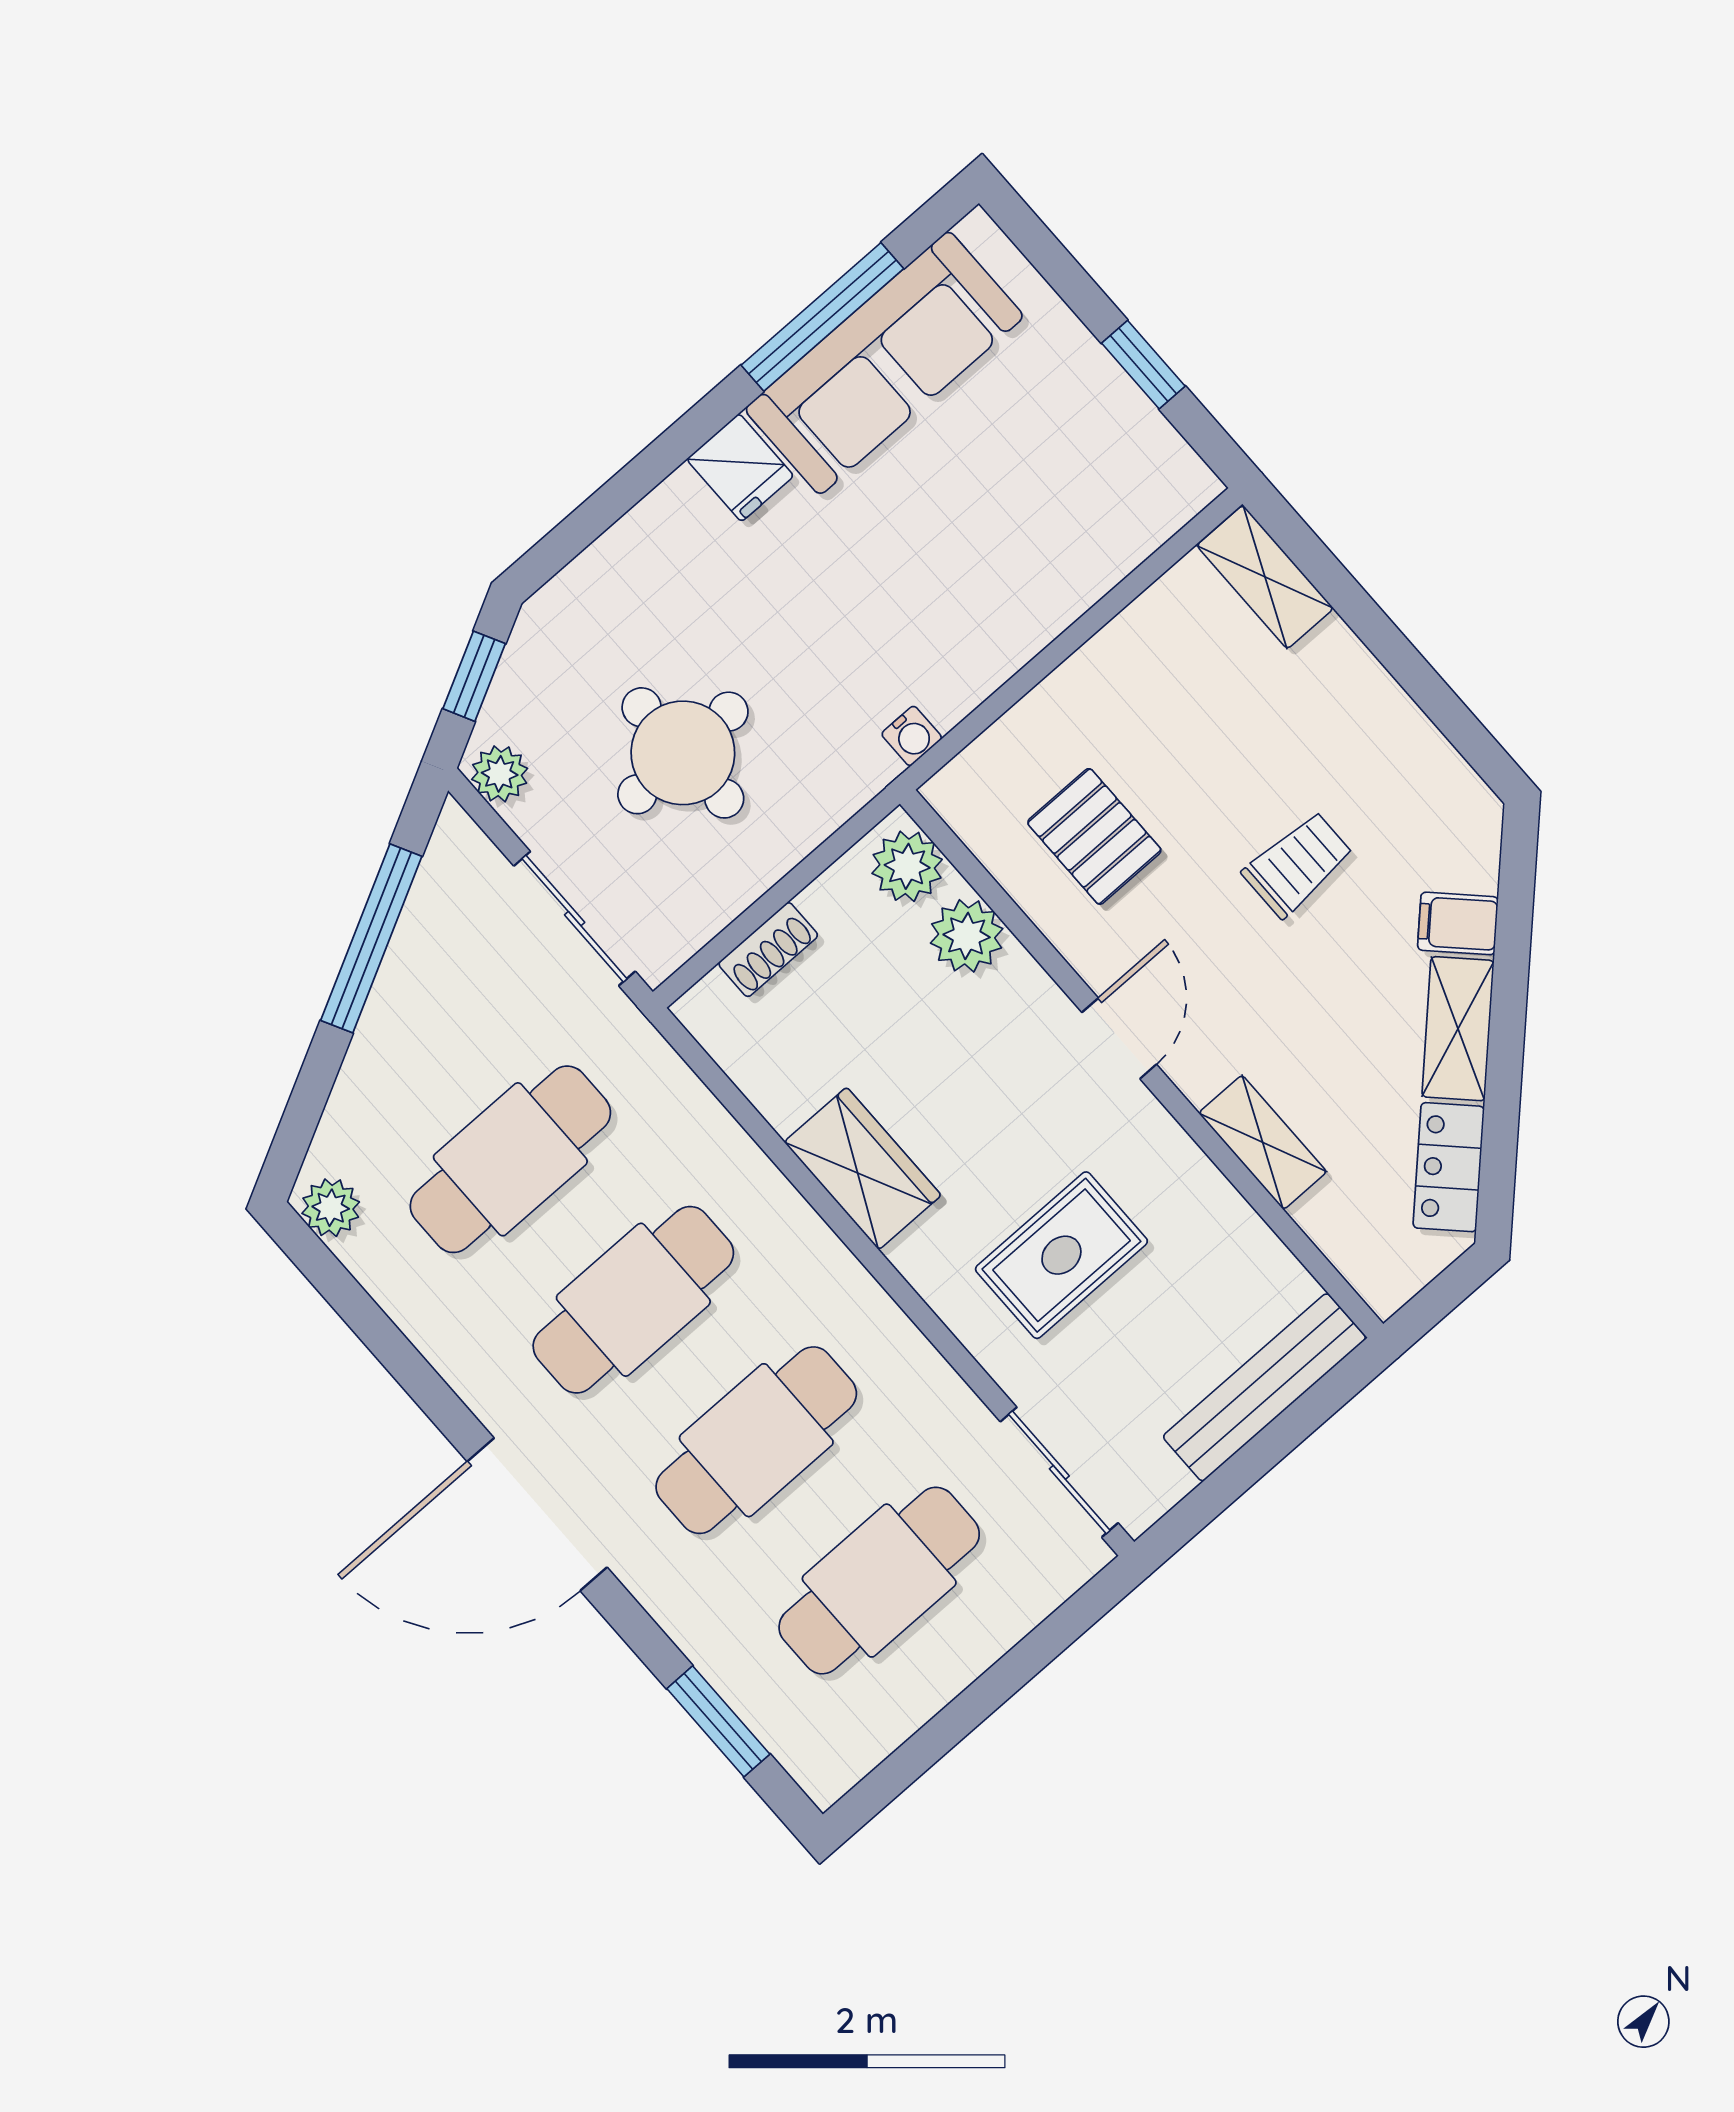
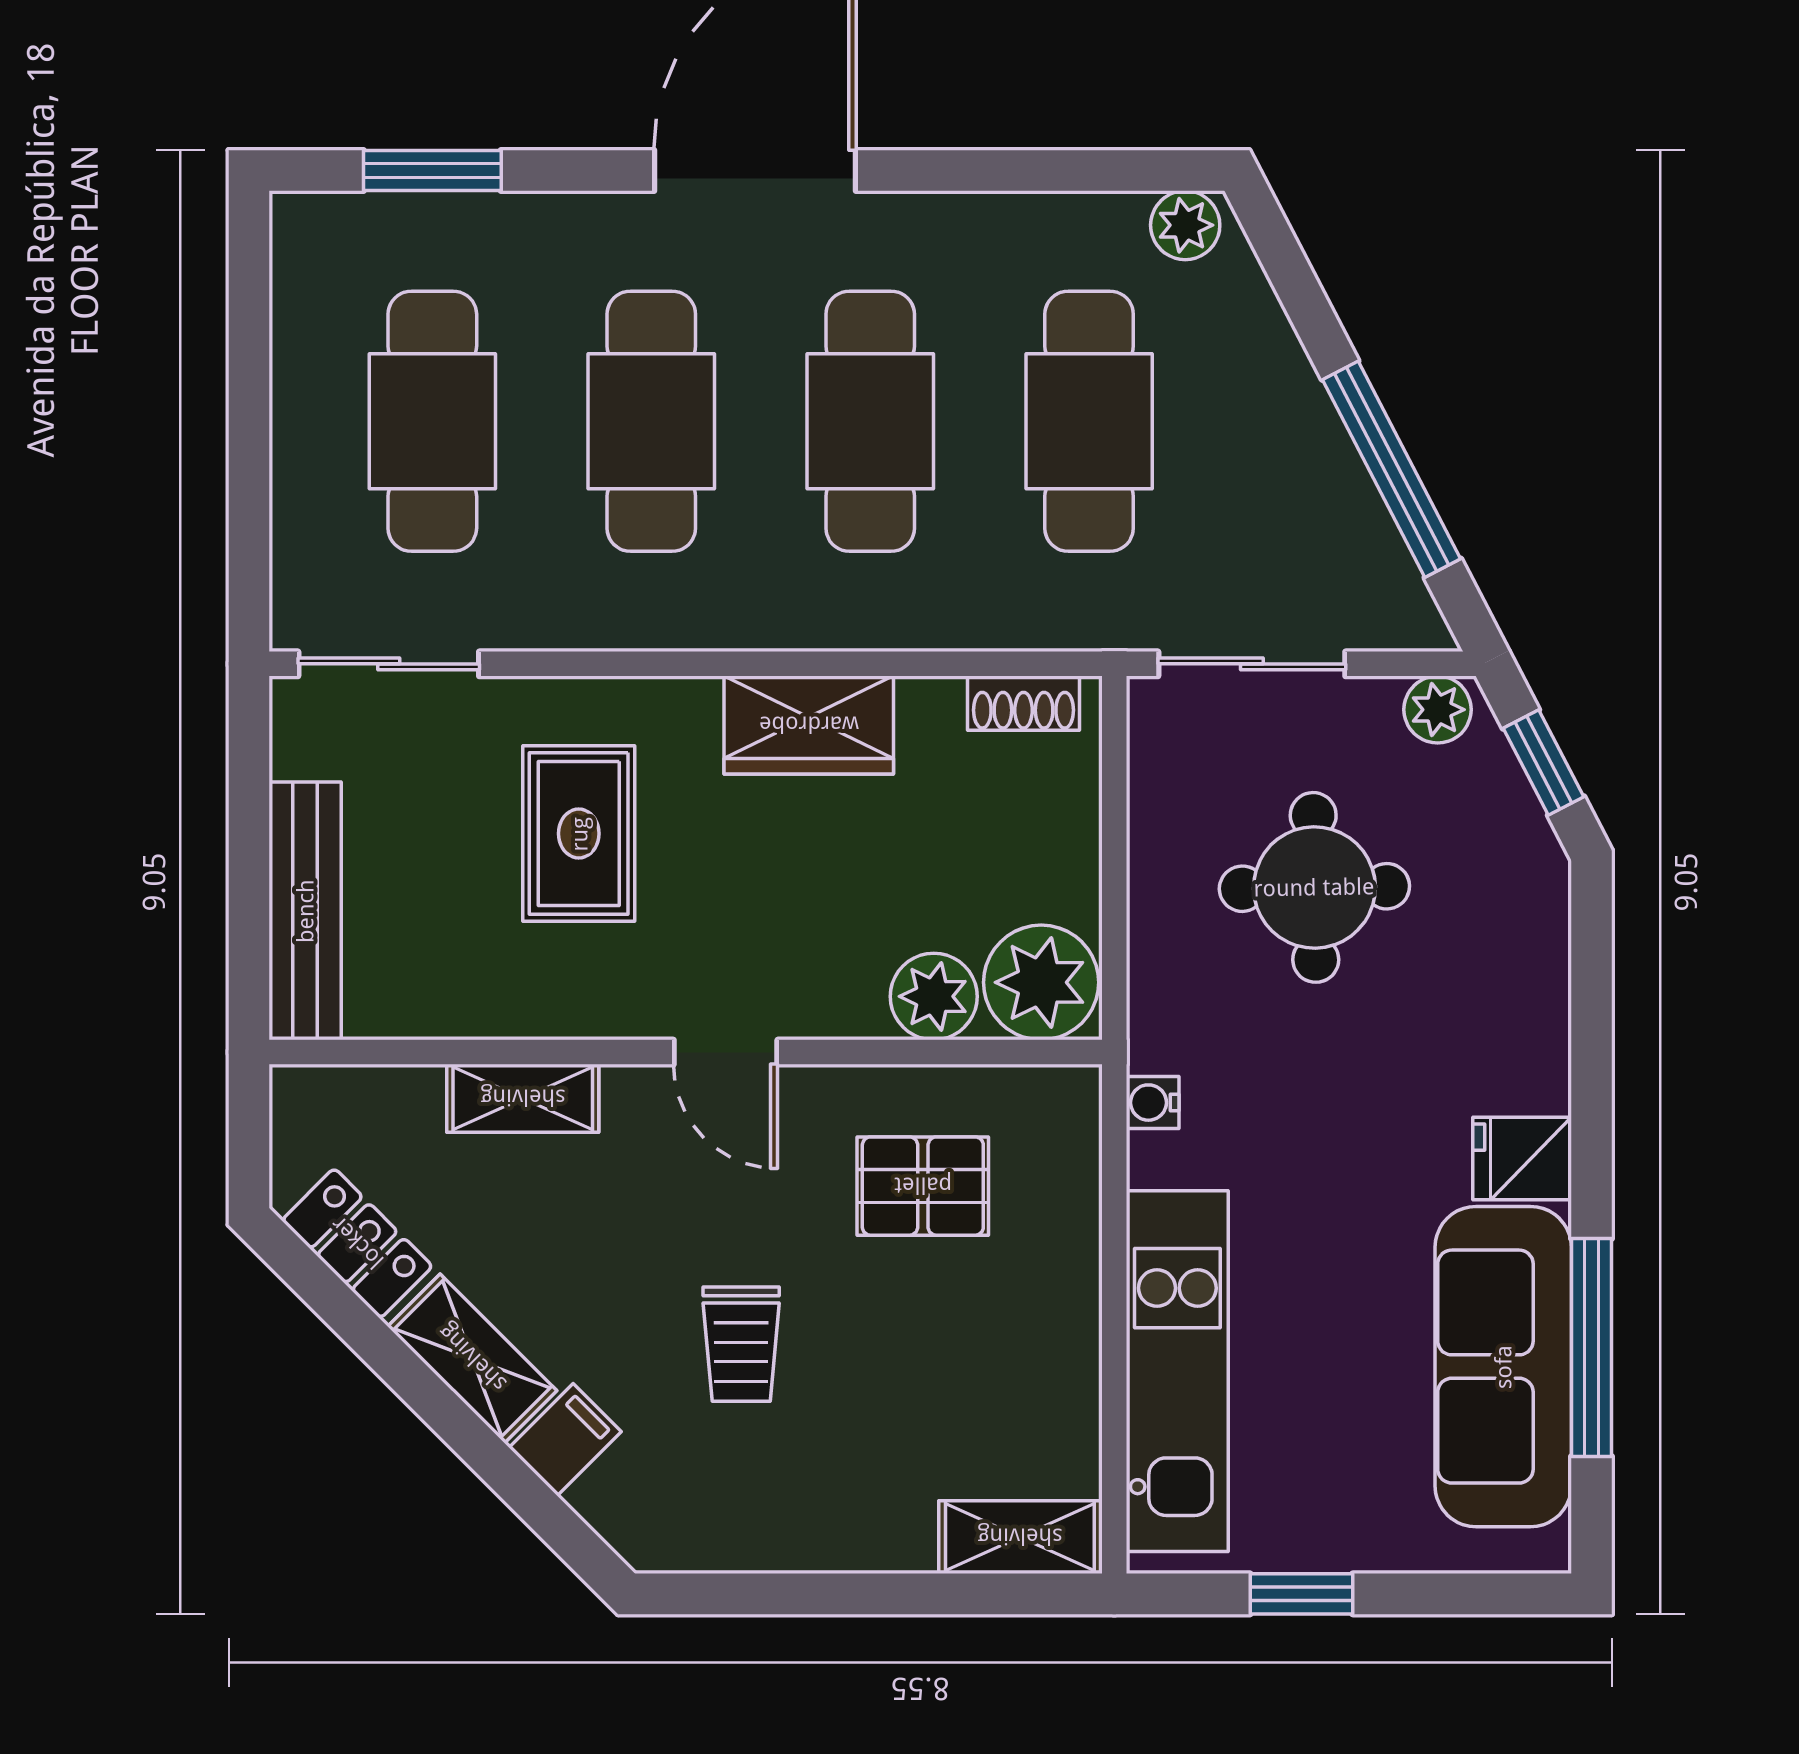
kitchen unit: (1070, 569) -> (1177, 1371), added
plant: (907, 866) -> (1041, 982), width x1.36, depth x1.36
shoe rack: (768, 950) -> (1024, 703), moved, turned -90

